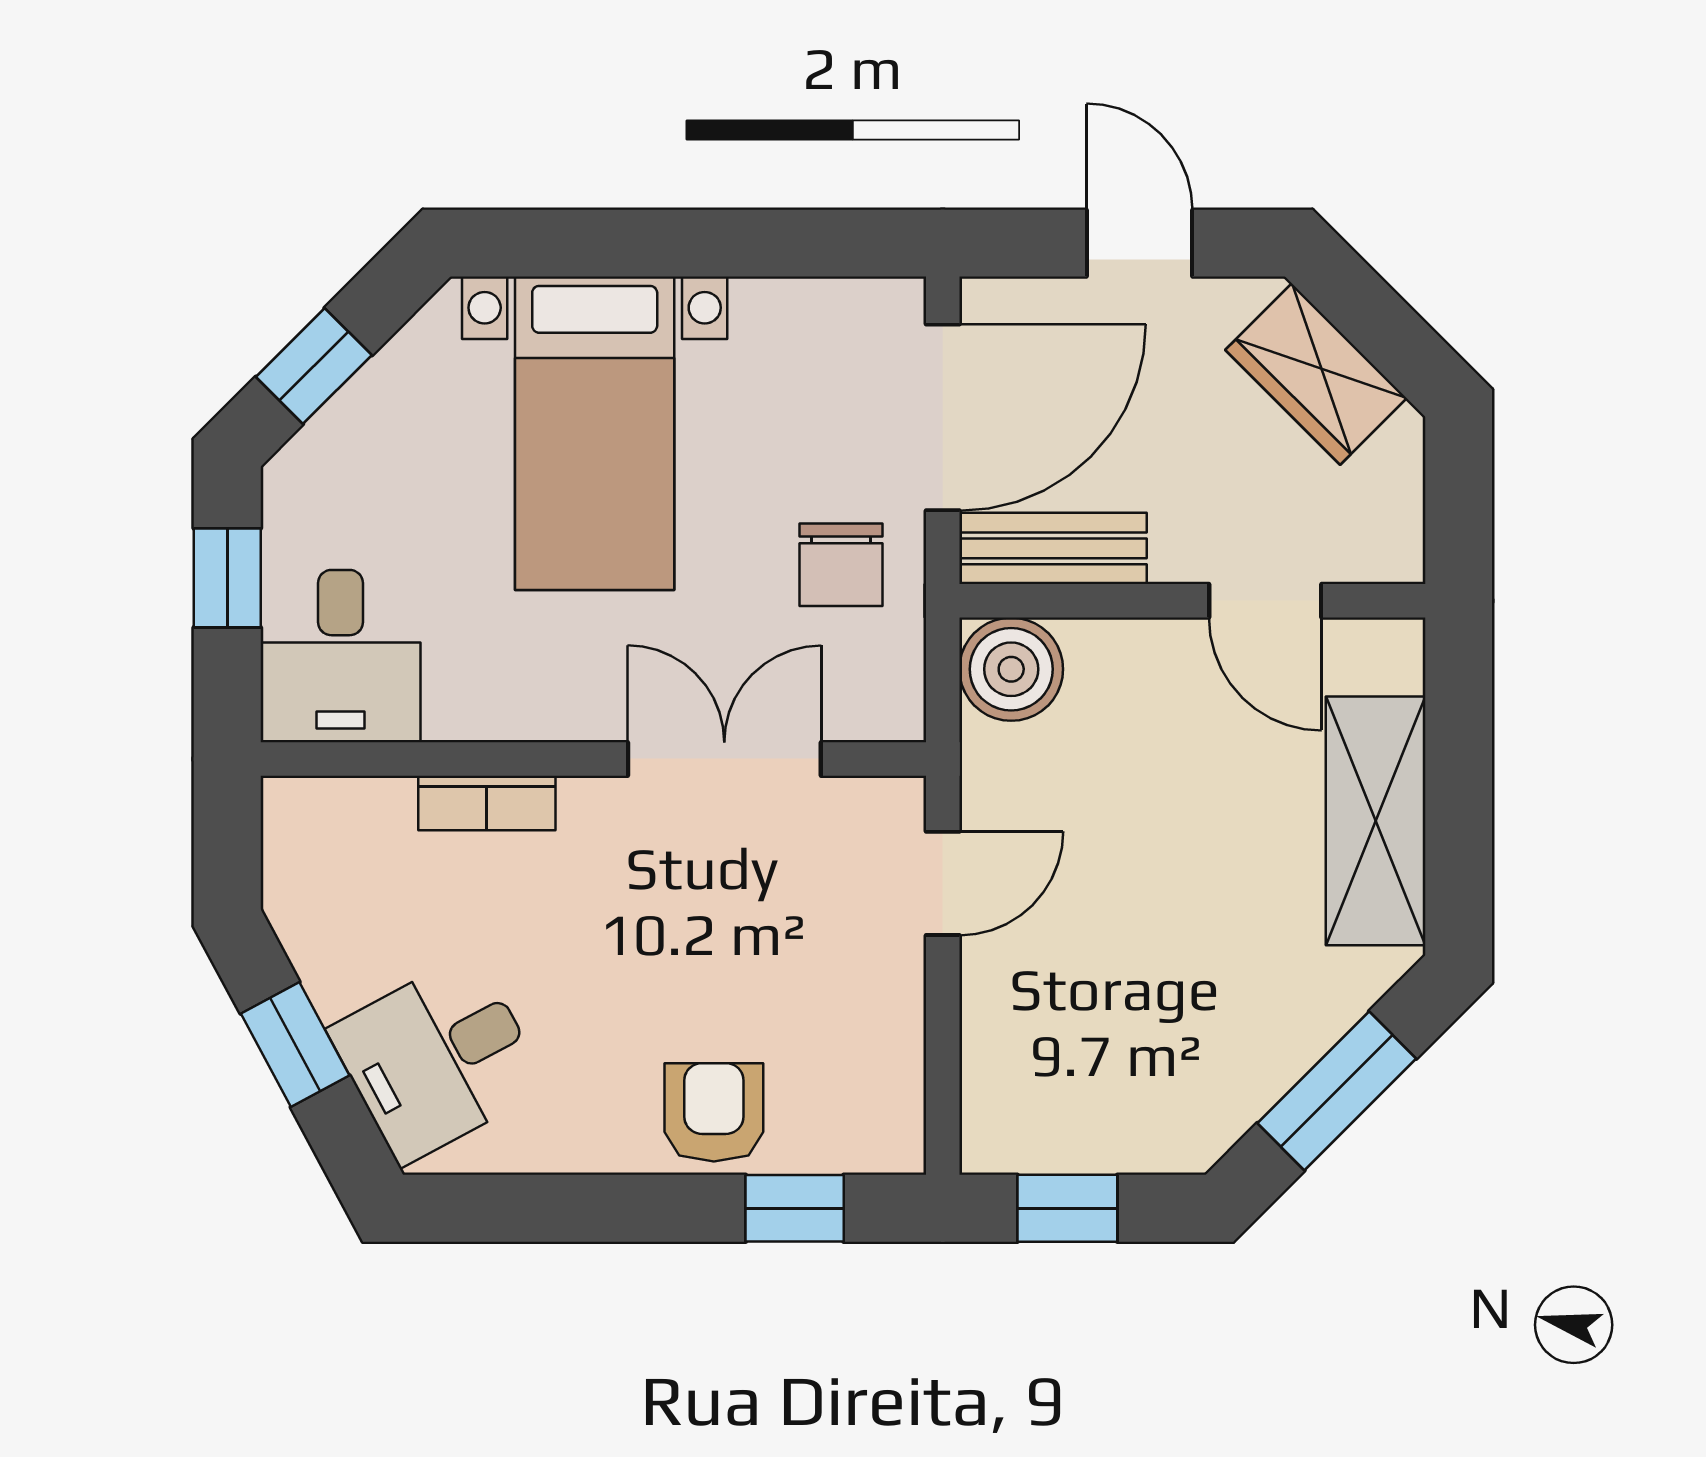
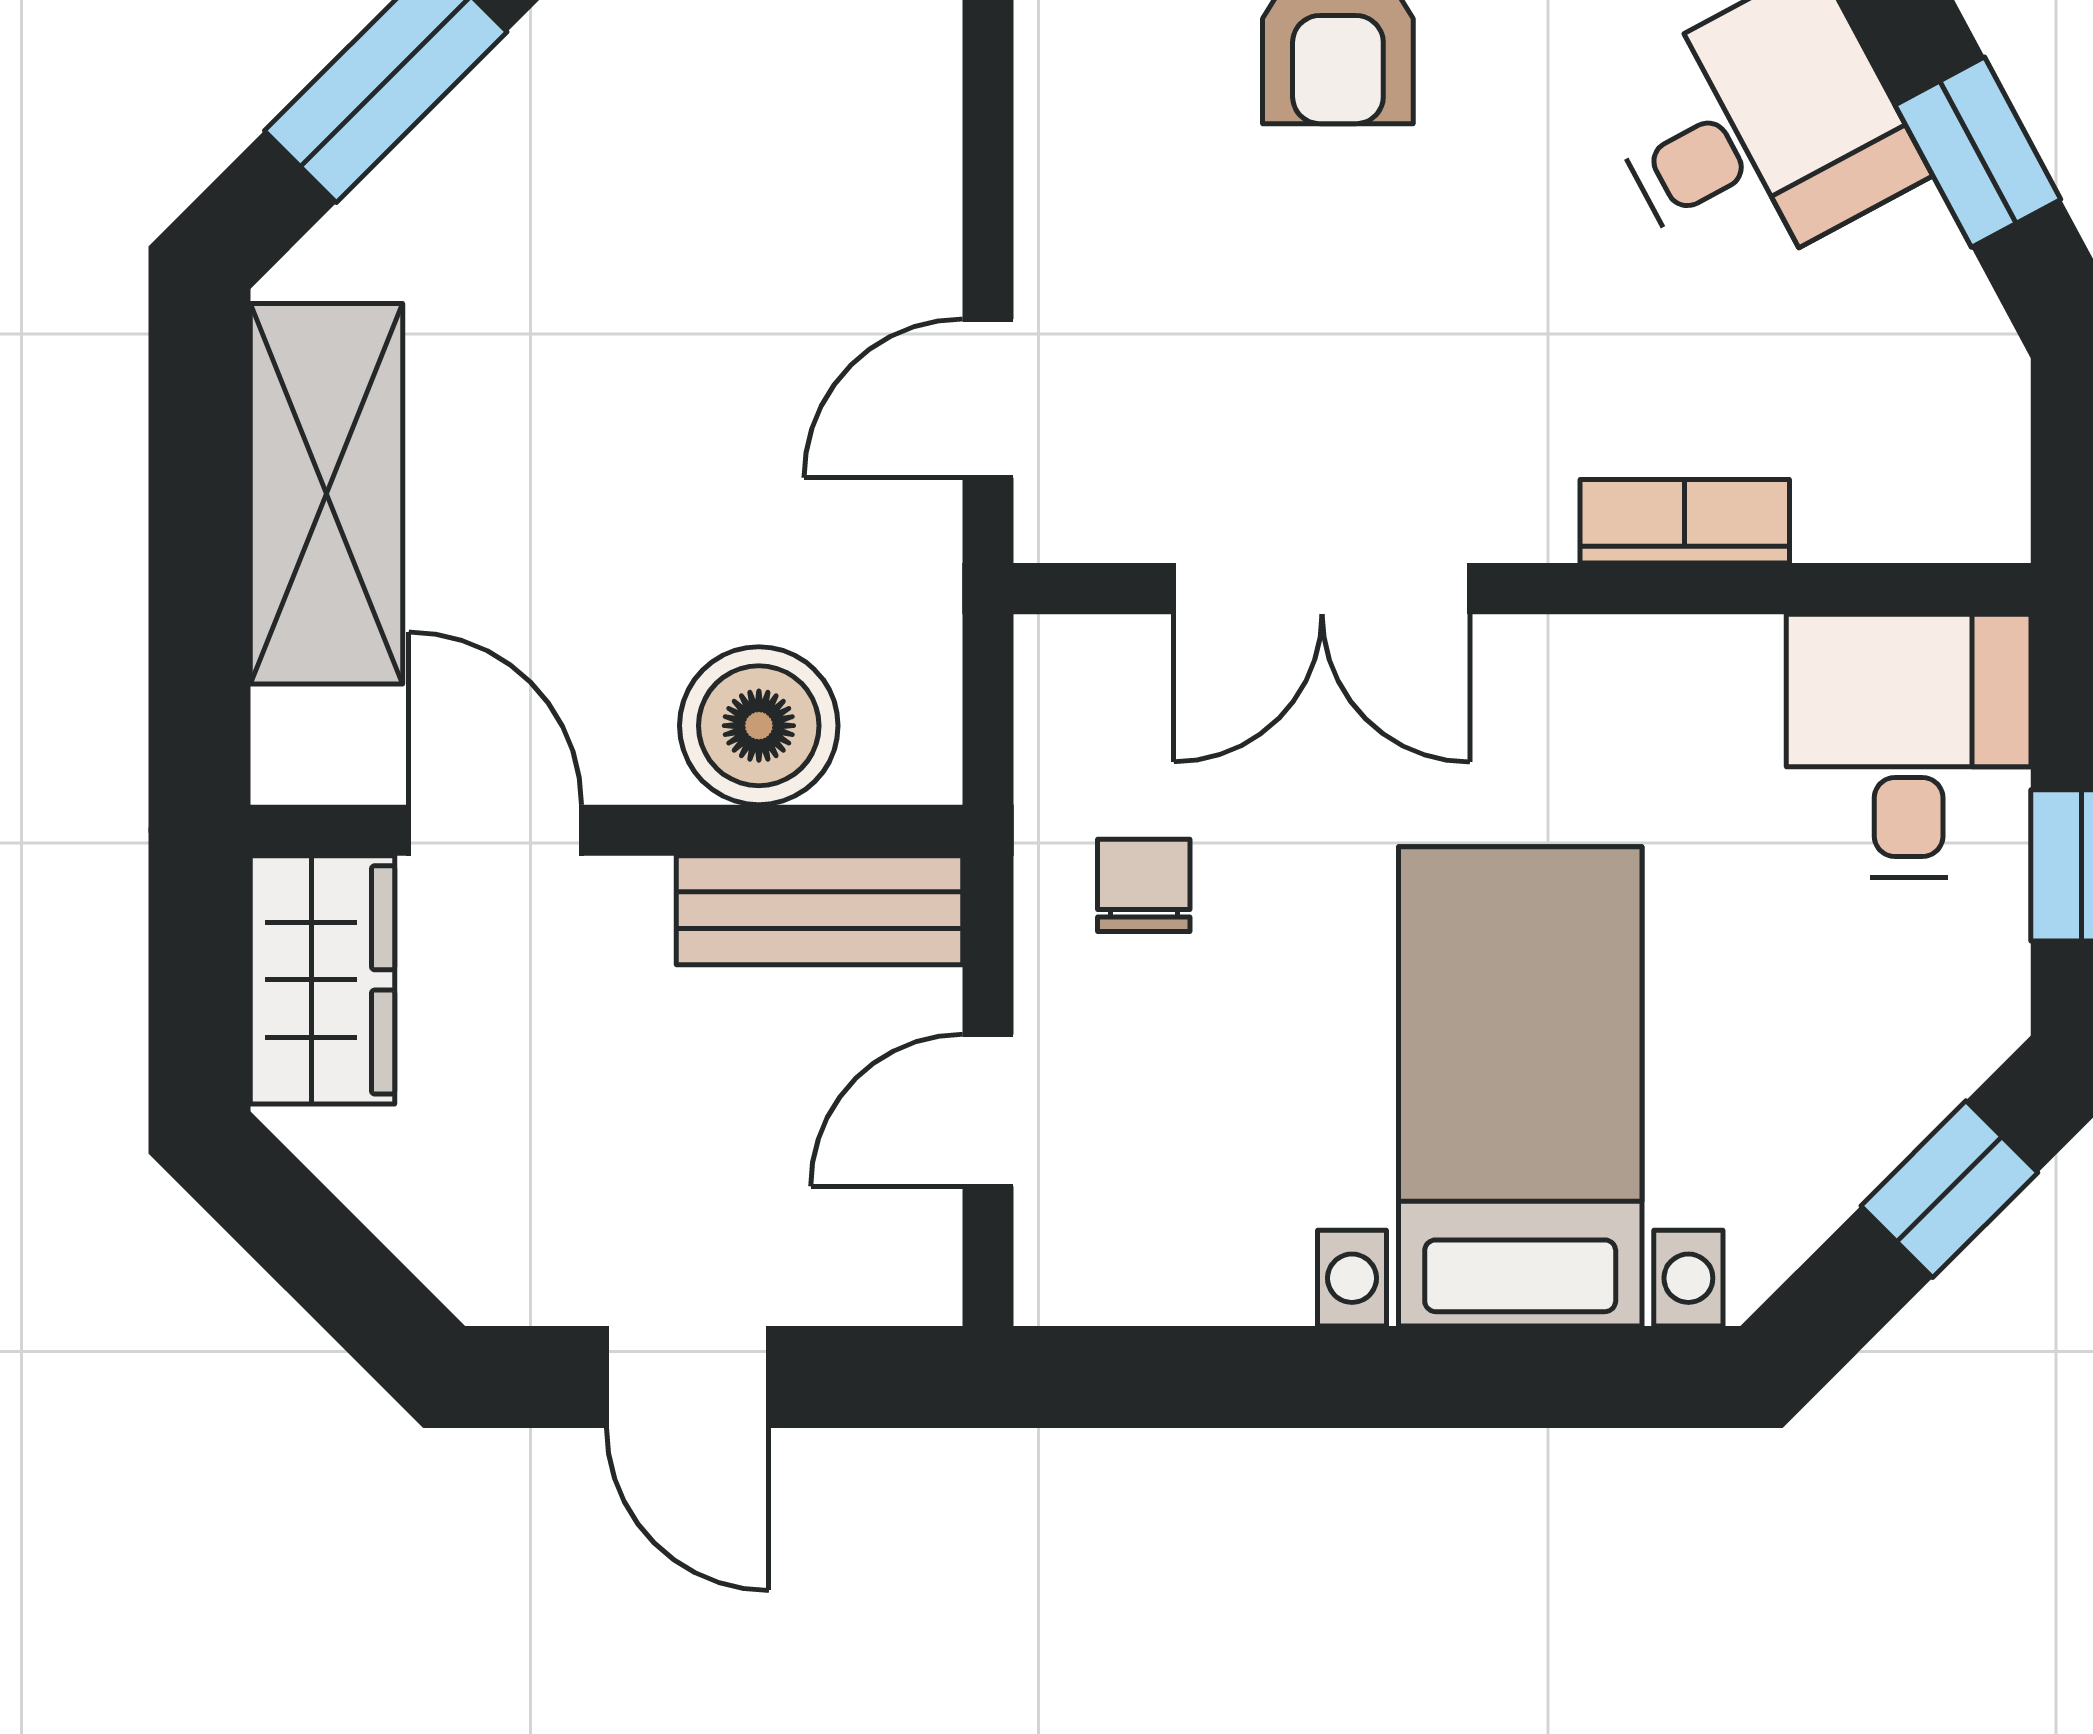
wardrobe: (1316, 374) -> (323, 980), moved, turned 45
door: (943, 417) -> (988, 1110), width x0.53
chair: (841, 565) -> (1144, 885), width x0.73, depth x0.73
boiler: (1011, 669) -> (759, 726), moved

